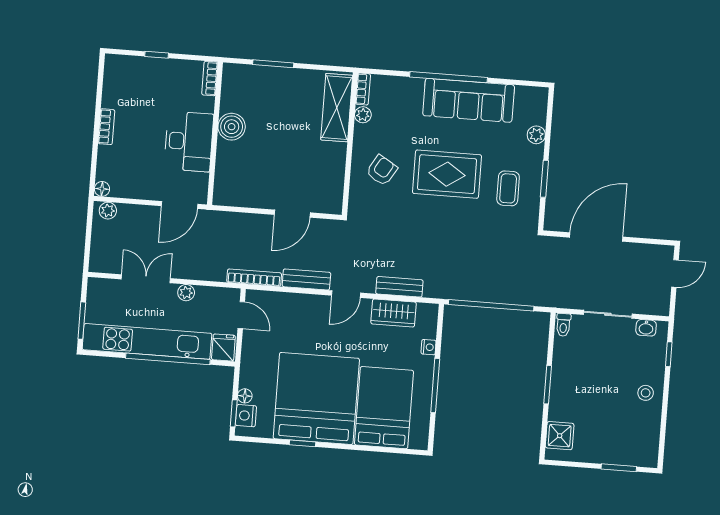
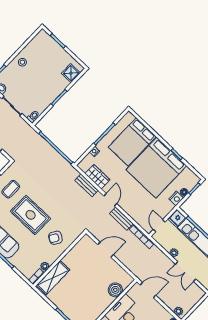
boiler: (232, 127) -> (115, 290), moved
door: (346, 294) -> (110, 200), hinge flipped
nightstand: (246, 416) -> (176, 198), moved

